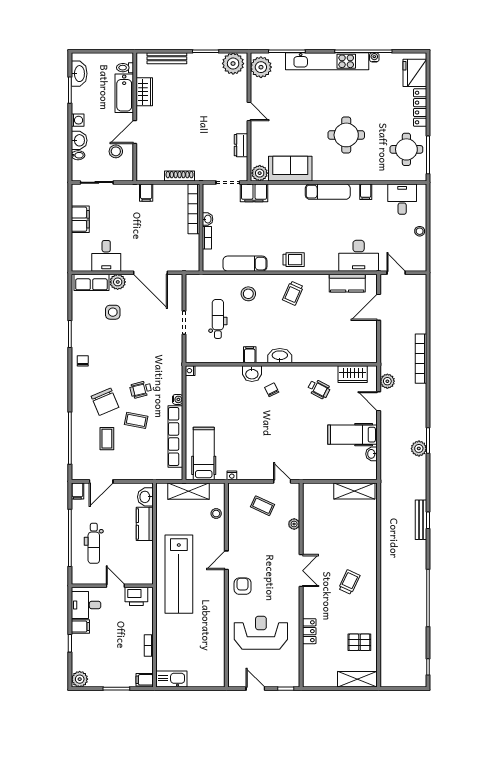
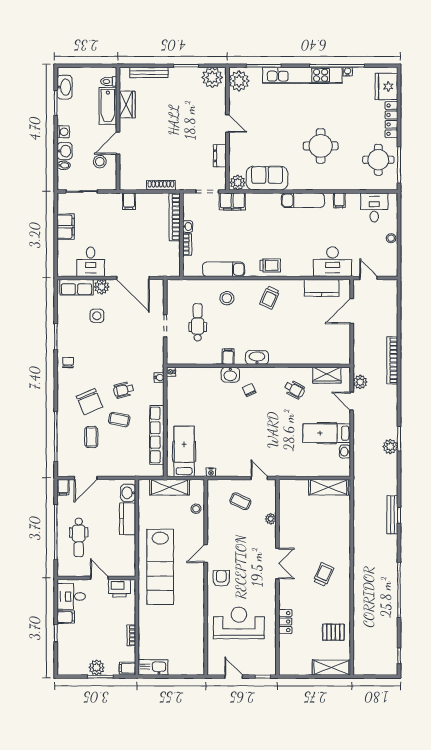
water cooler: (178, 399) -> (159, 377), moved
plant: (80, 679) -> (97, 667), moved

